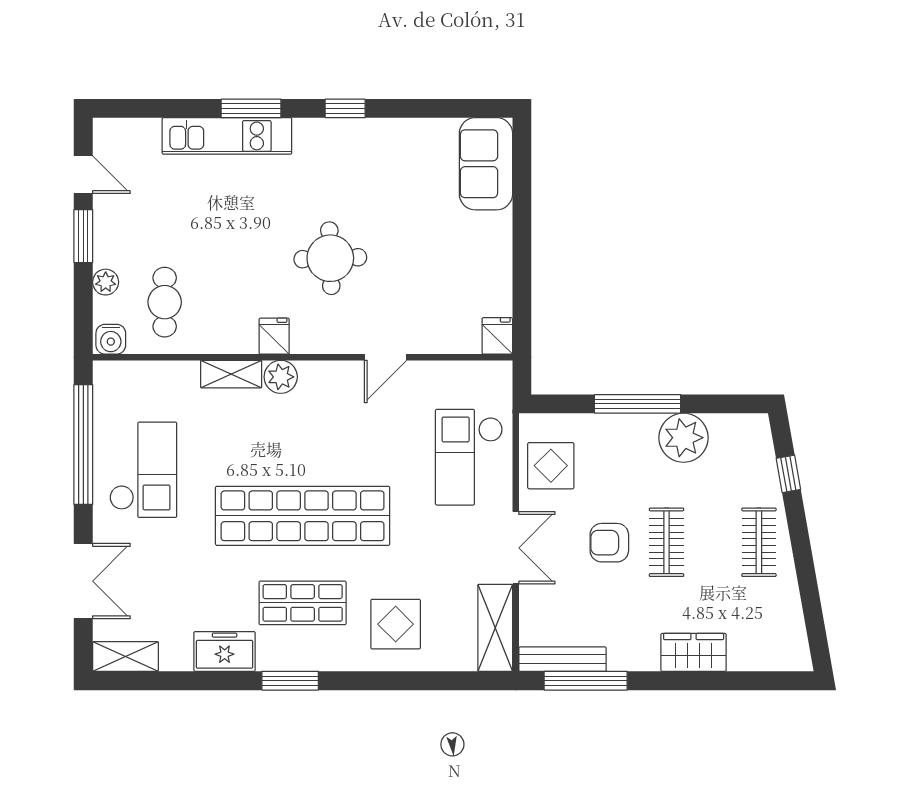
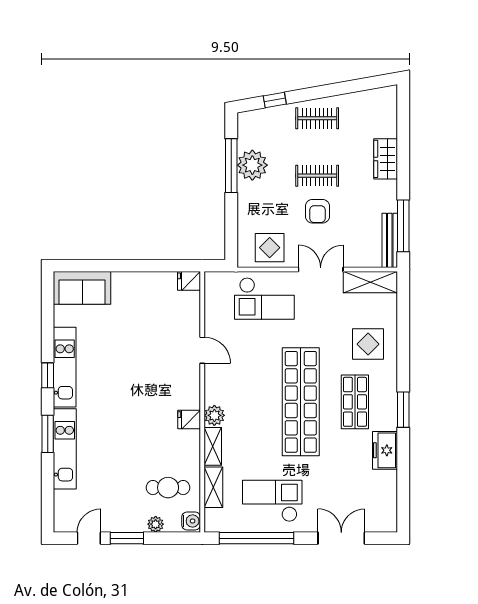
kitchen unit: (358, 136) -> (65, 367), added
round table: (330, 258) -> (141, 385), removed
window: (638, 404) -> (231, 166), moved
shelving: (126, 657) -> (213, 487), moved

